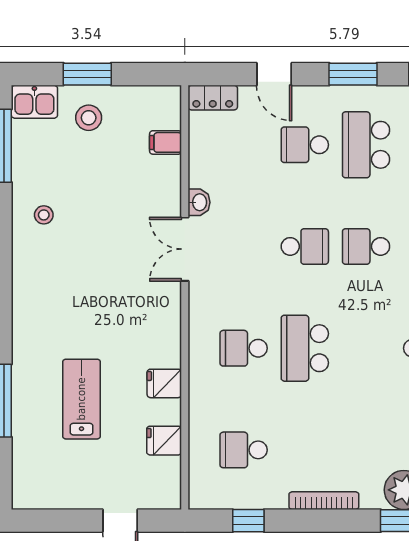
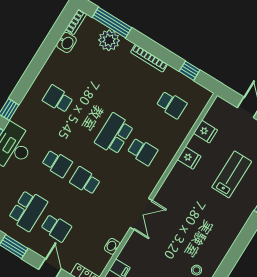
washbasin: (199, 202) -> (112, 246), moved
school desk: (305, 348) -> (114, 134), turned 180
lab bench: (81, 399) -> (232, 174), turned 180

